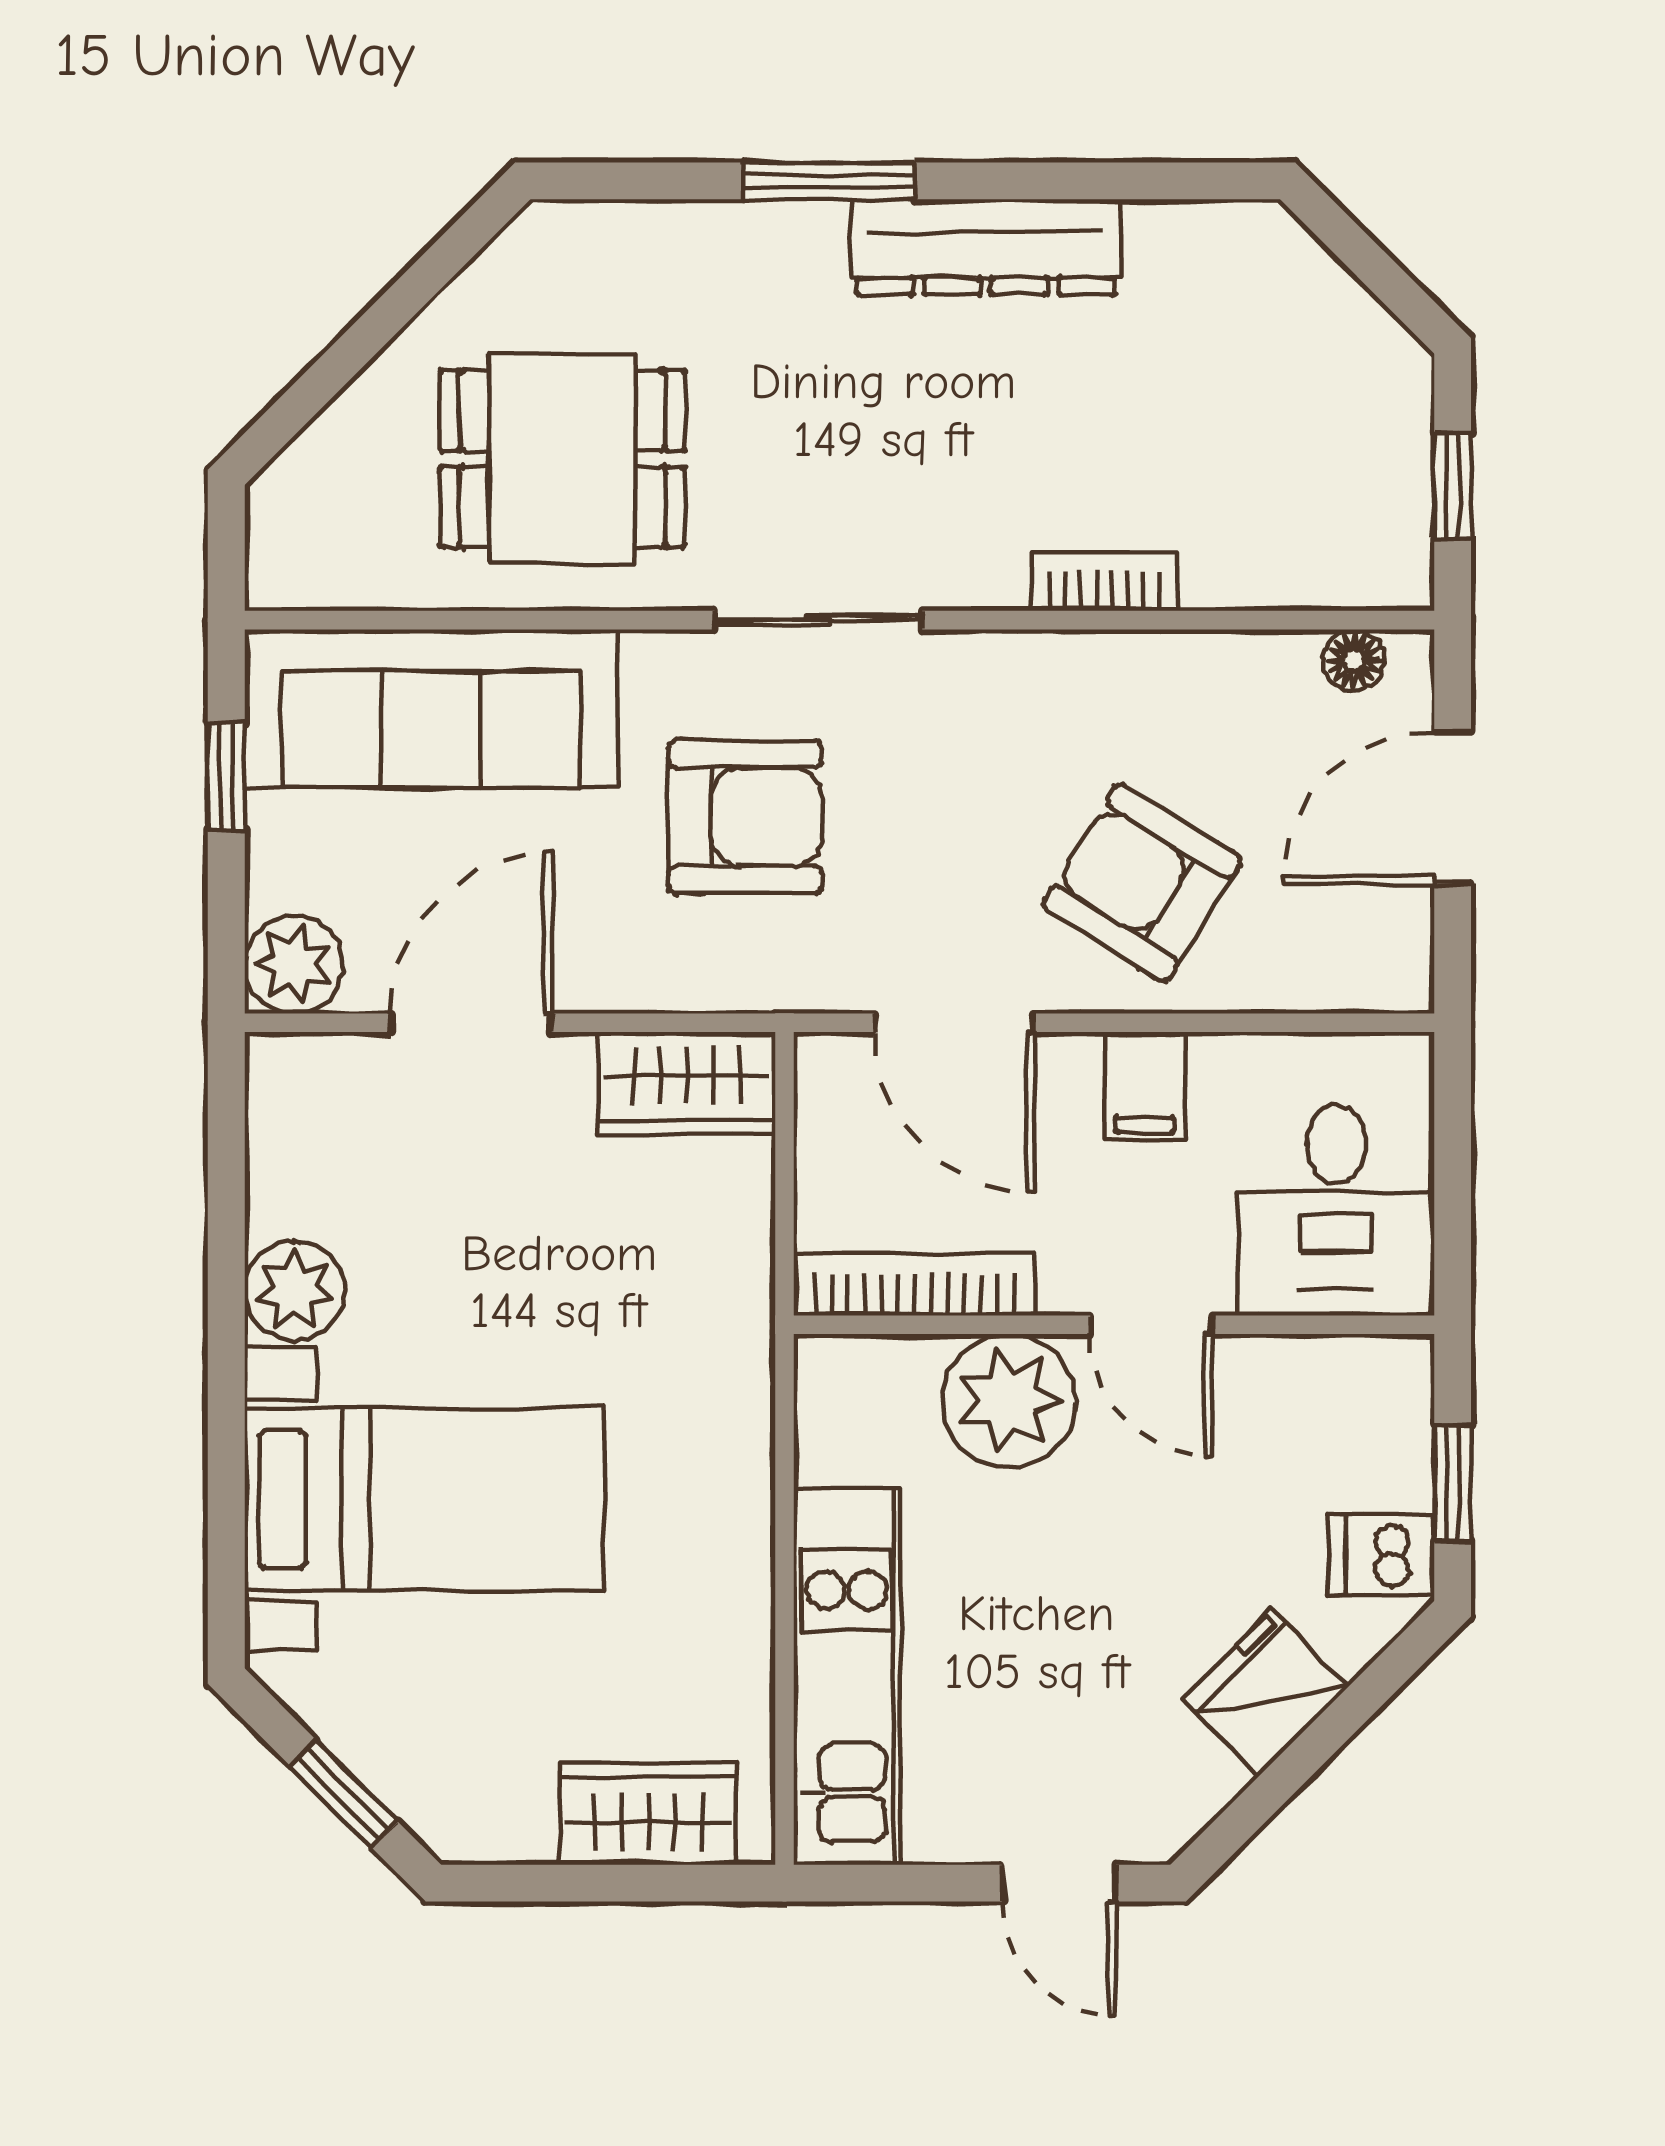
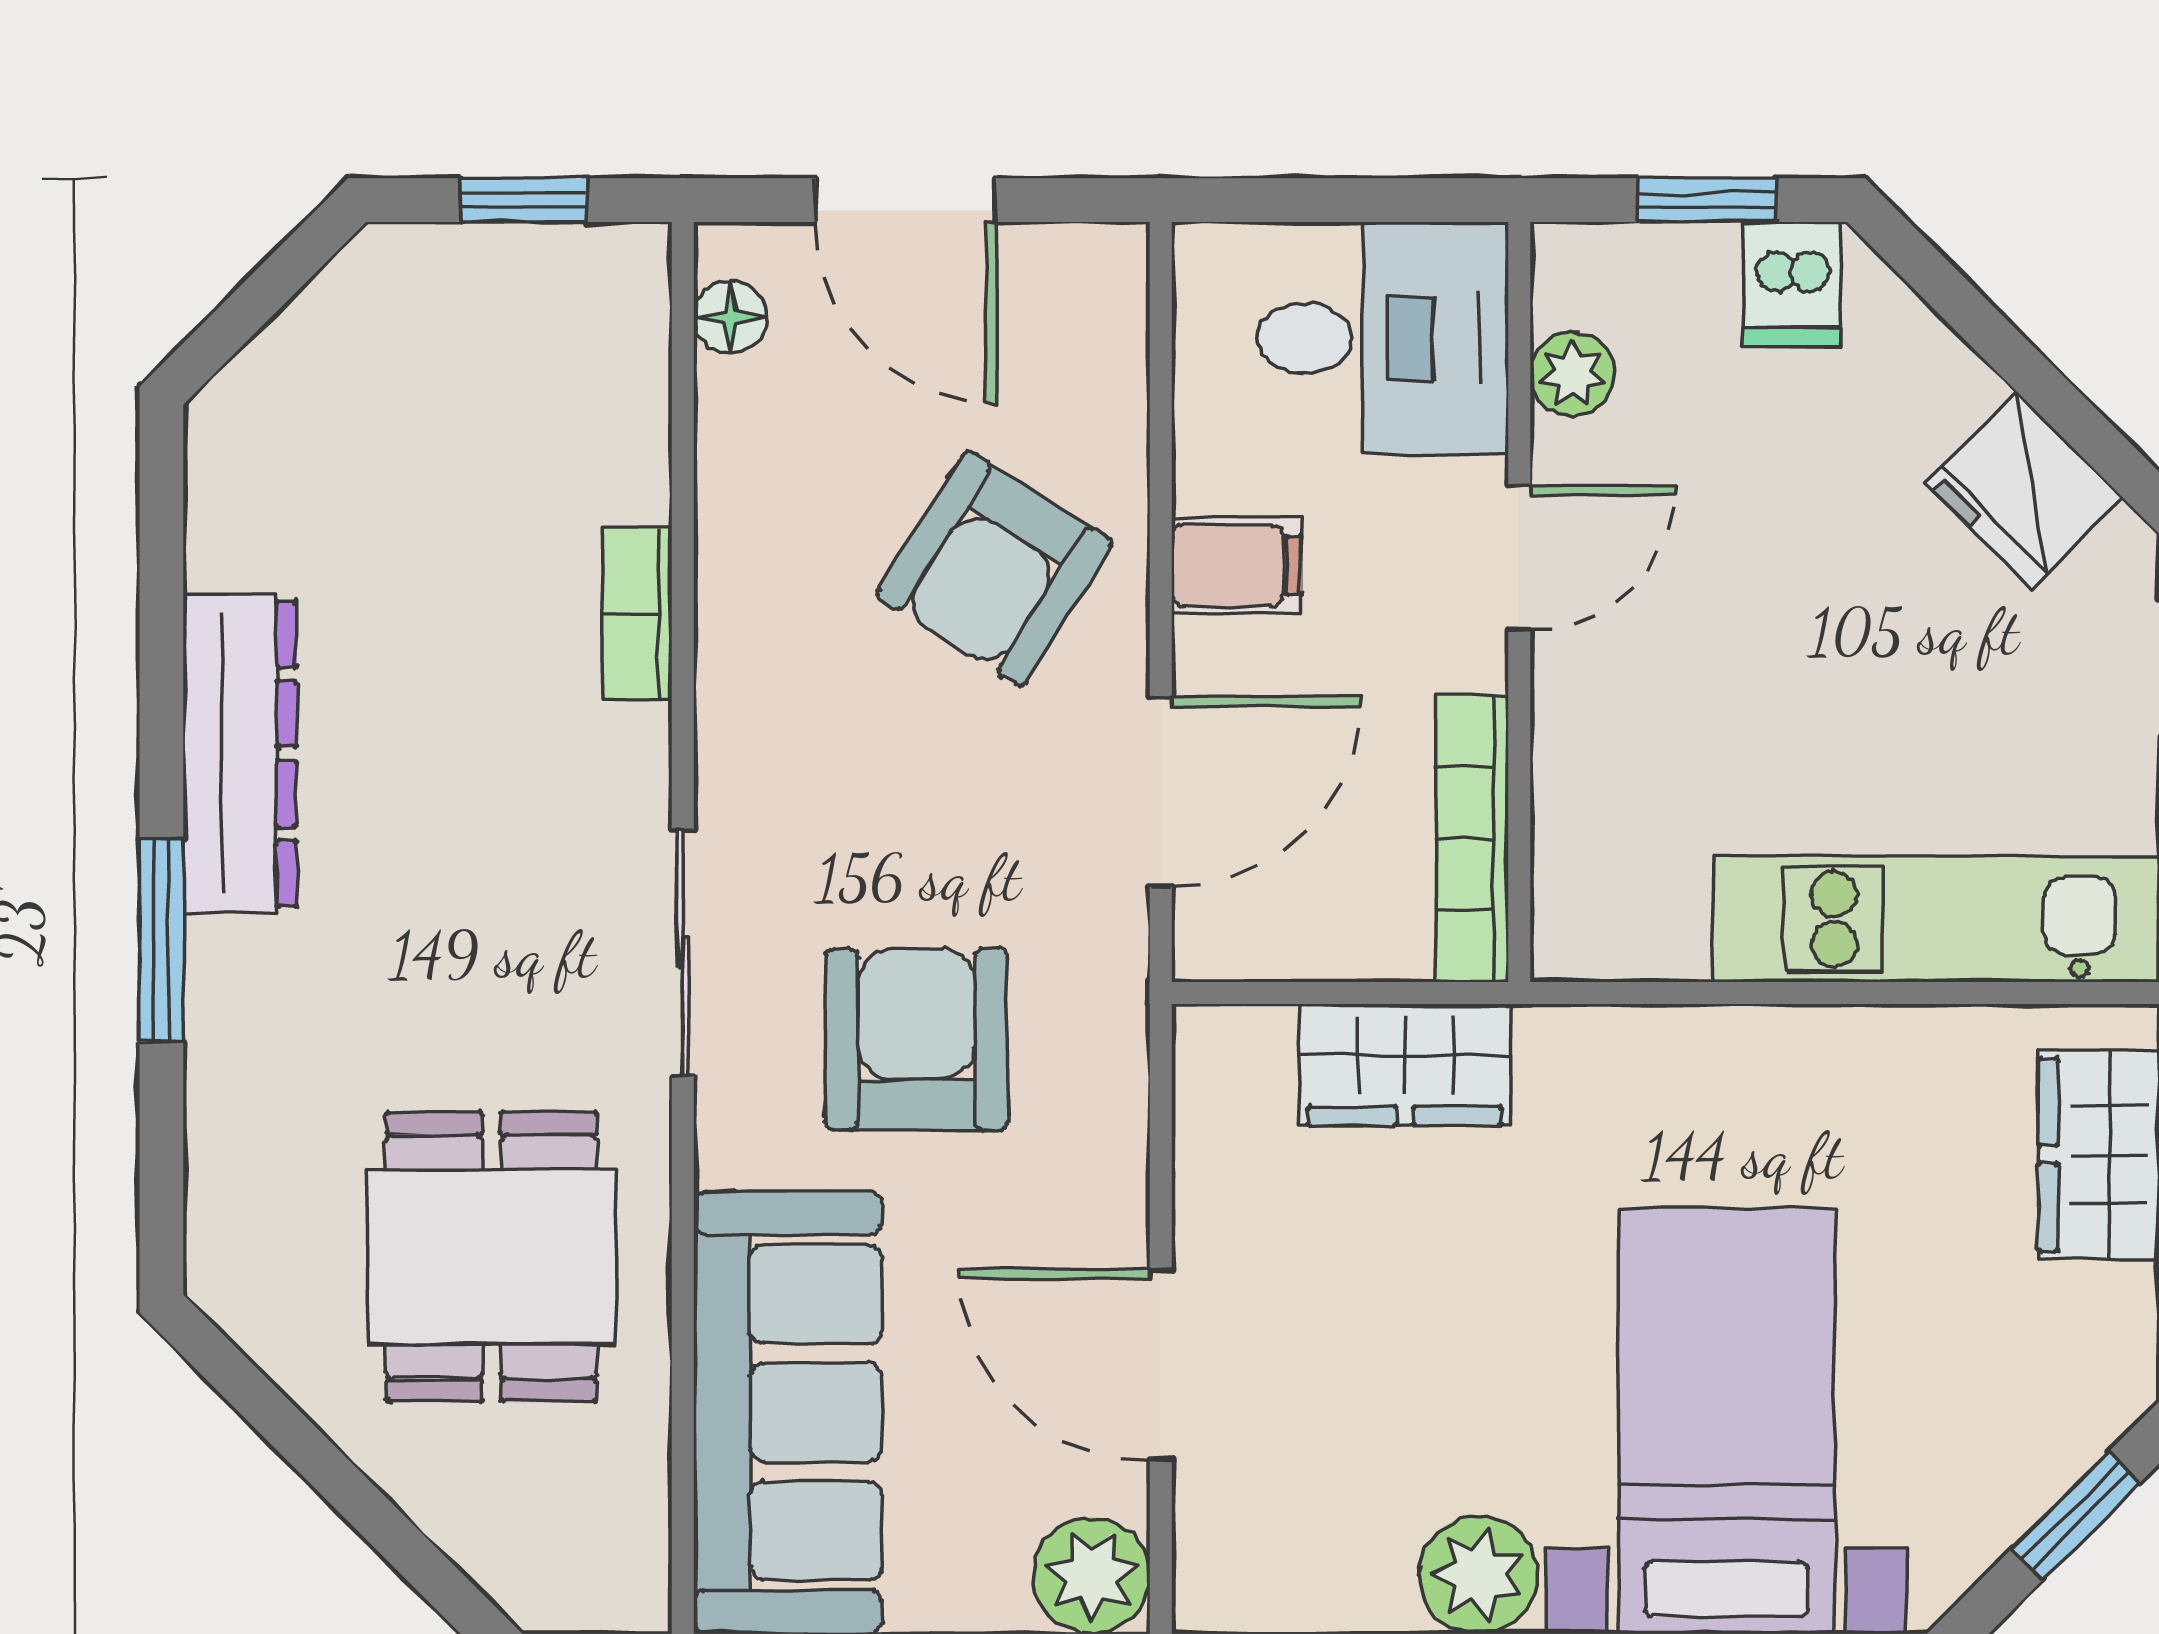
wardrobe: (687, 1083) -> (1405, 1065), moved, turned 90
plant: (1009, 1401) -> (1572, 374), moved, width x0.53, depth x0.53
fridge: (1265, 1693) -> (2024, 491), moved

